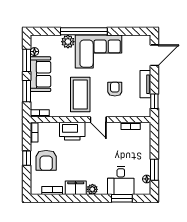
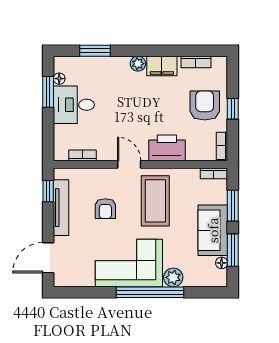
tv unit: (145, 84) -> (61, 208), width x1.41
desk: (121, 180) -> (74, 105), moved, turned -90

